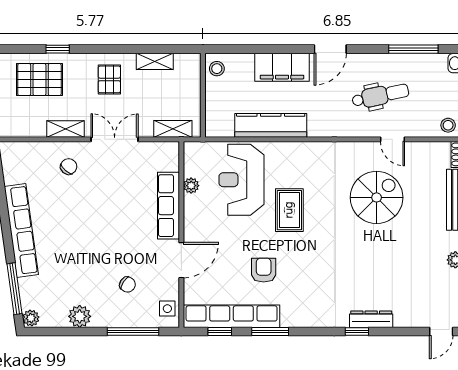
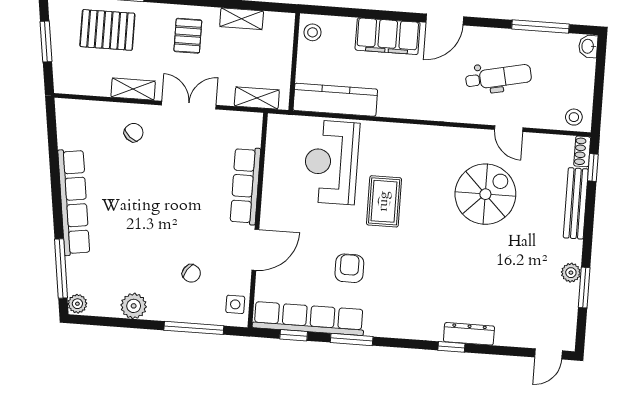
kitchen counter: (271, 125) -> (335, 100), moved
plant: (191, 186) -> (273, 165), removed

